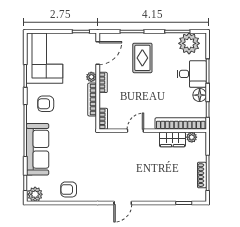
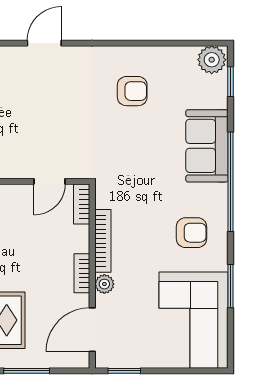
door: (135, 131) -> (50, 181), moved
sofa: (38, 149) -> (207, 146), width x0.73
armchair: (69, 189) -> (132, 91), moved

